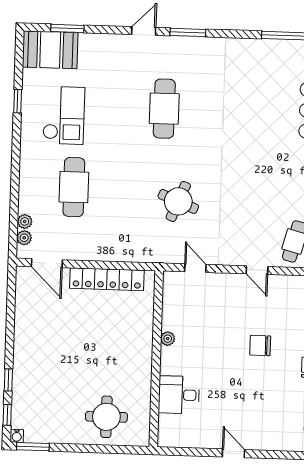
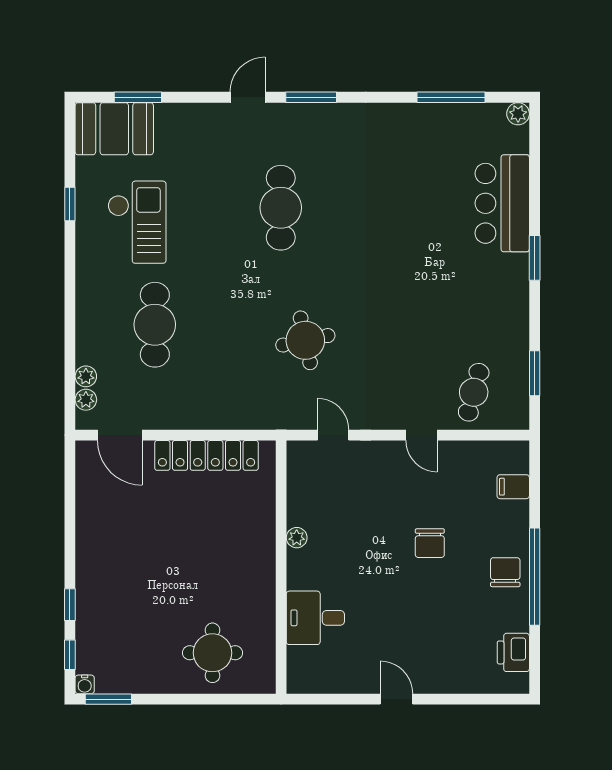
round table: (178, 201) -> (305, 340), turned -34
chair: (260, 345) -> (430, 543), turned -90

